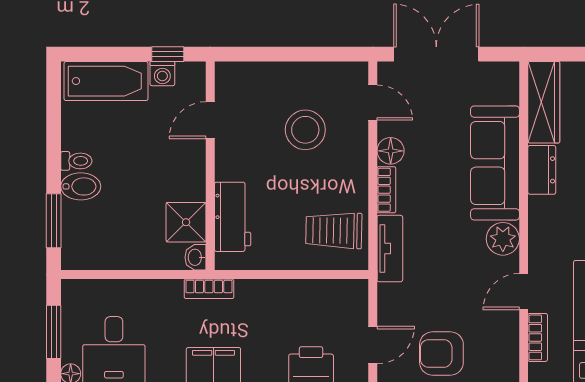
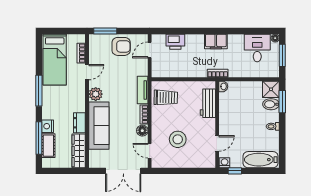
washing machine: (162, 74) -> (225, 163), moved
bidet: (81, 186) -> (271, 104), moved
shower: (186, 222) -> (271, 89), moved

